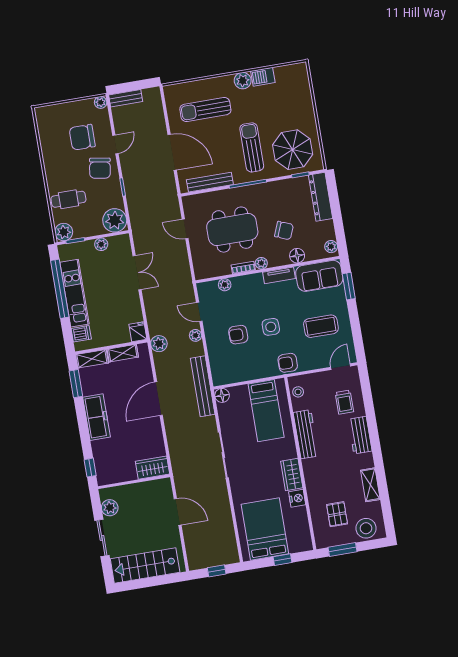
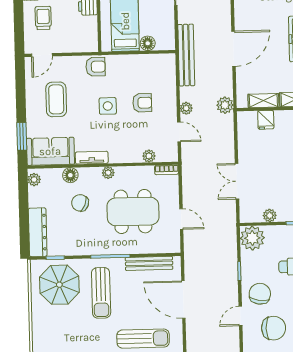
bookcase: (243, 268) -> (167, 170), moved
coffee table: (321, 326) -> (56, 99), turned 90
fridge: (138, 332) -> (266, 120), moved
stool: (298, 392) -> (89, 35), removed
floor lamp: (222, 395) -> (148, 43), moved

